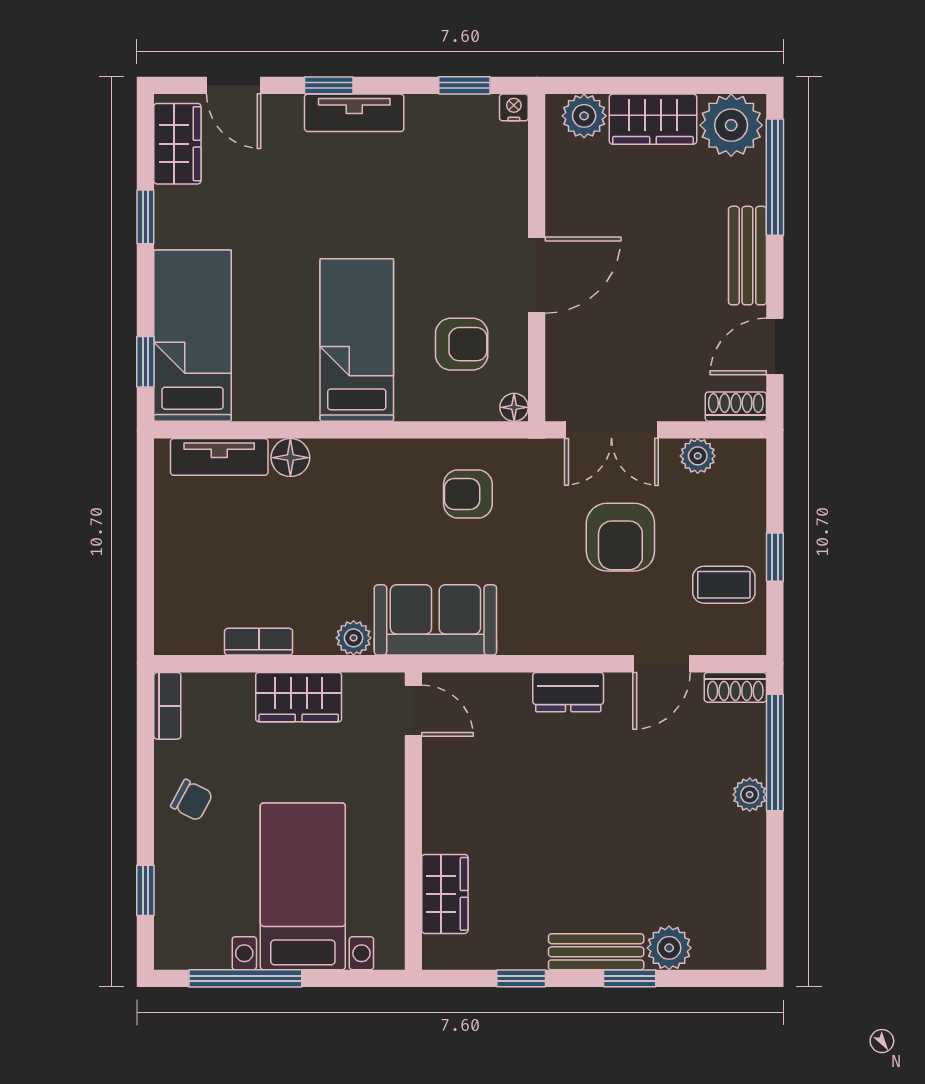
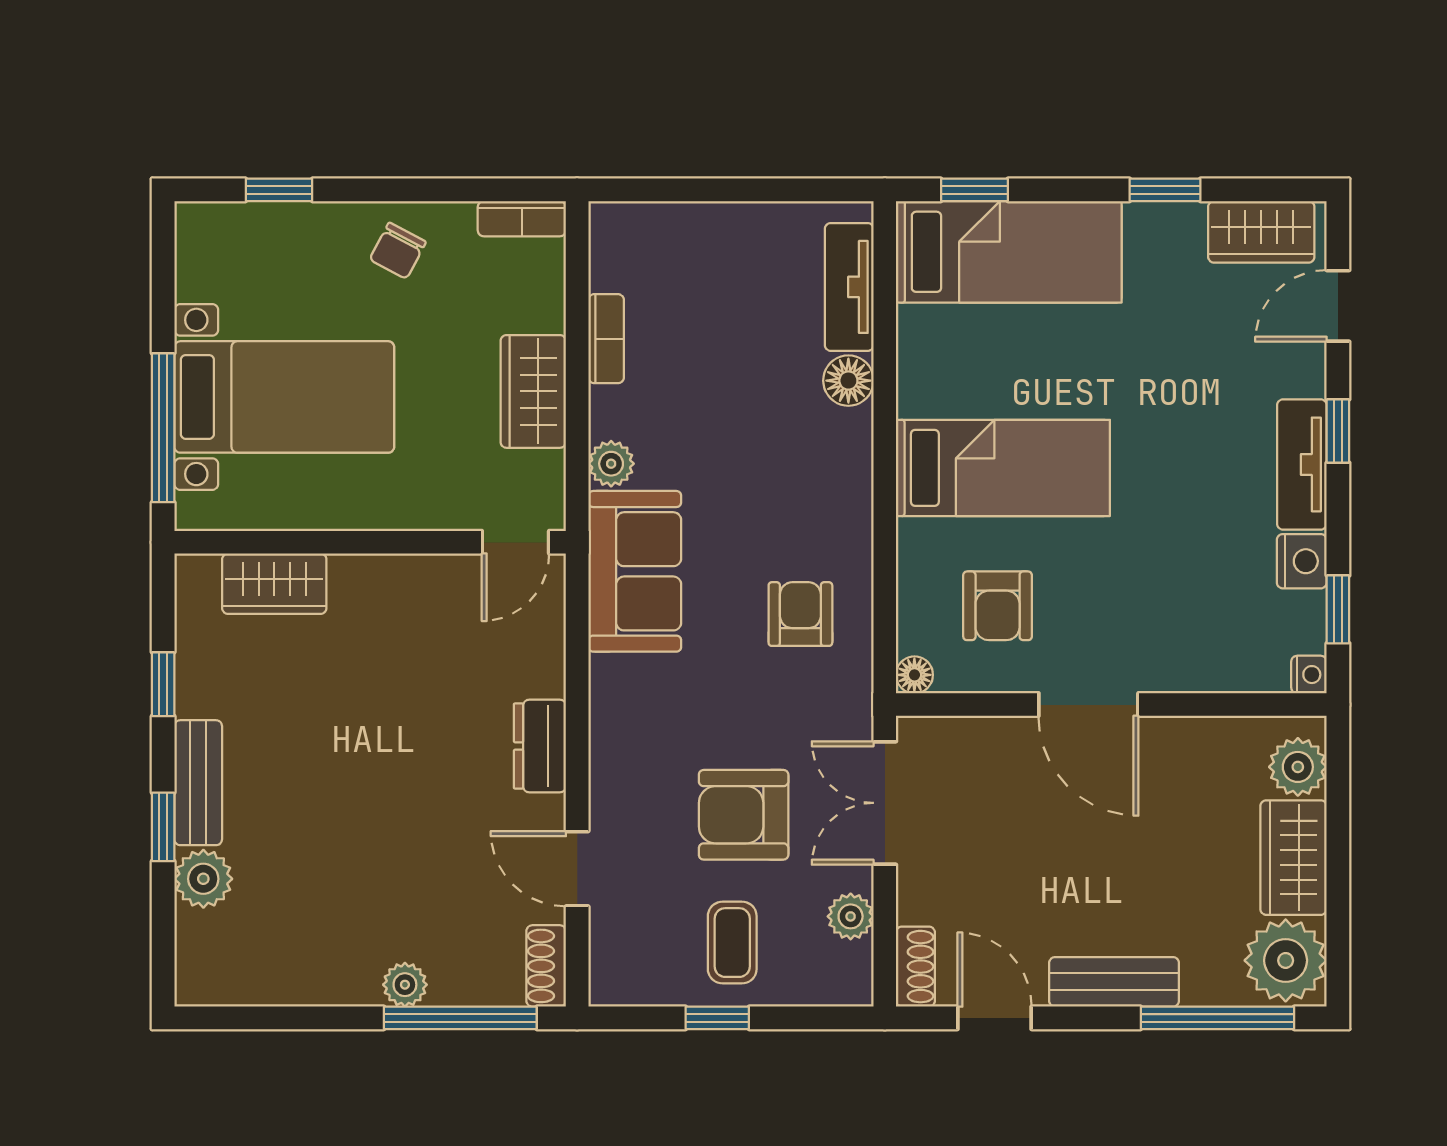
nightstand: (428, 113) -> (1302, 561), added
coffee table: (724, 585) -> (732, 943), moved
window: (245, 978) -> (163, 428), moved

